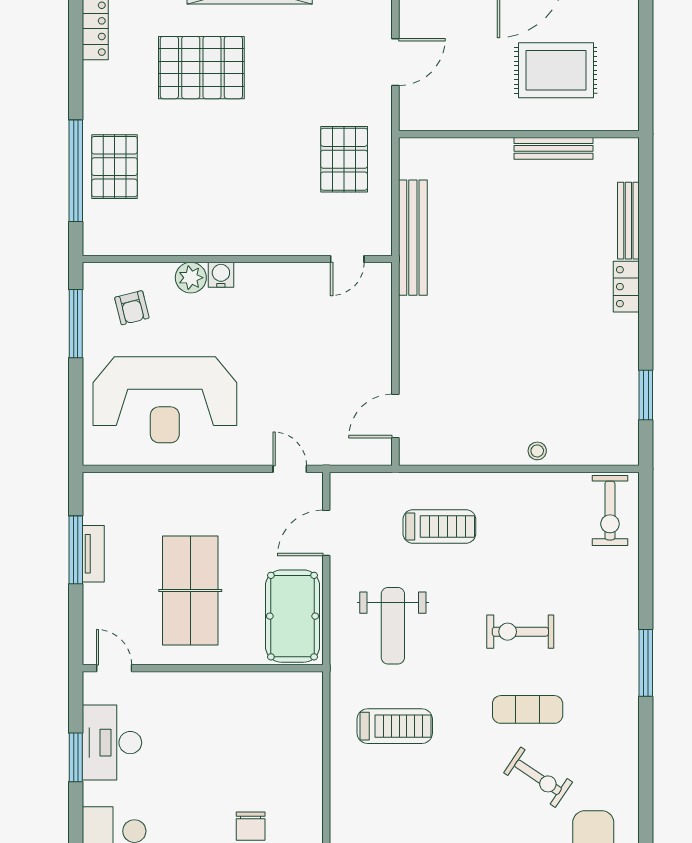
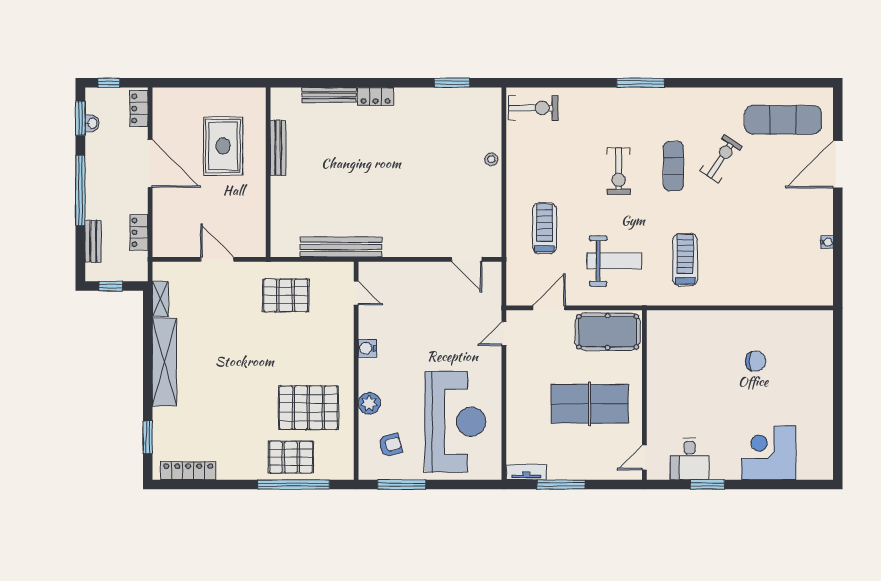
pallet: (201, 68) -> (308, 408), moved, turned 90
water cooler: (221, 275) -> (367, 348), moved
door: (326, 533) -> (549, 308), swing flipped
tv unit: (93, 554) -> (526, 472), moved
desk: (112, 743) -> (690, 459), width x0.73

